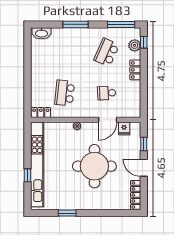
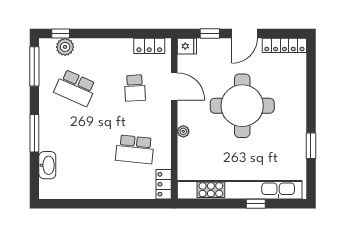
washbasin: (41, 33) -> (47, 165), moved
locker: (135, 70) -> (149, 46), moved
fridge: (124, 128) -> (187, 46), moved

